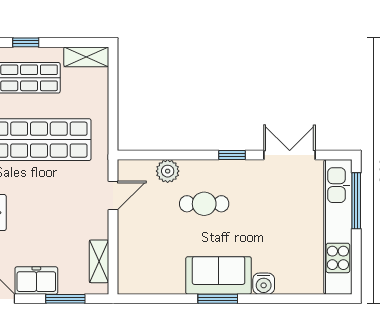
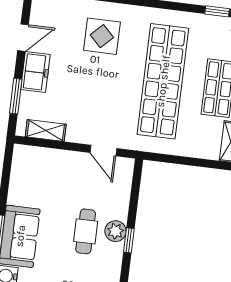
window: (232, 155) -> (129, 240), moved
plant: (168, 171) -> (115, 231), moved

